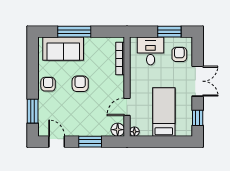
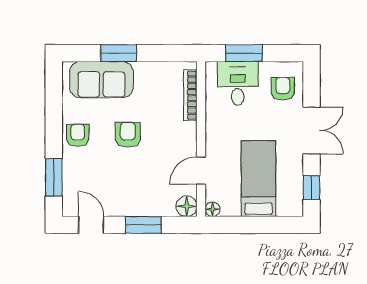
window: (74, 32) -> (119, 53), width x0.69
window: (169, 32) -> (244, 53), moved

